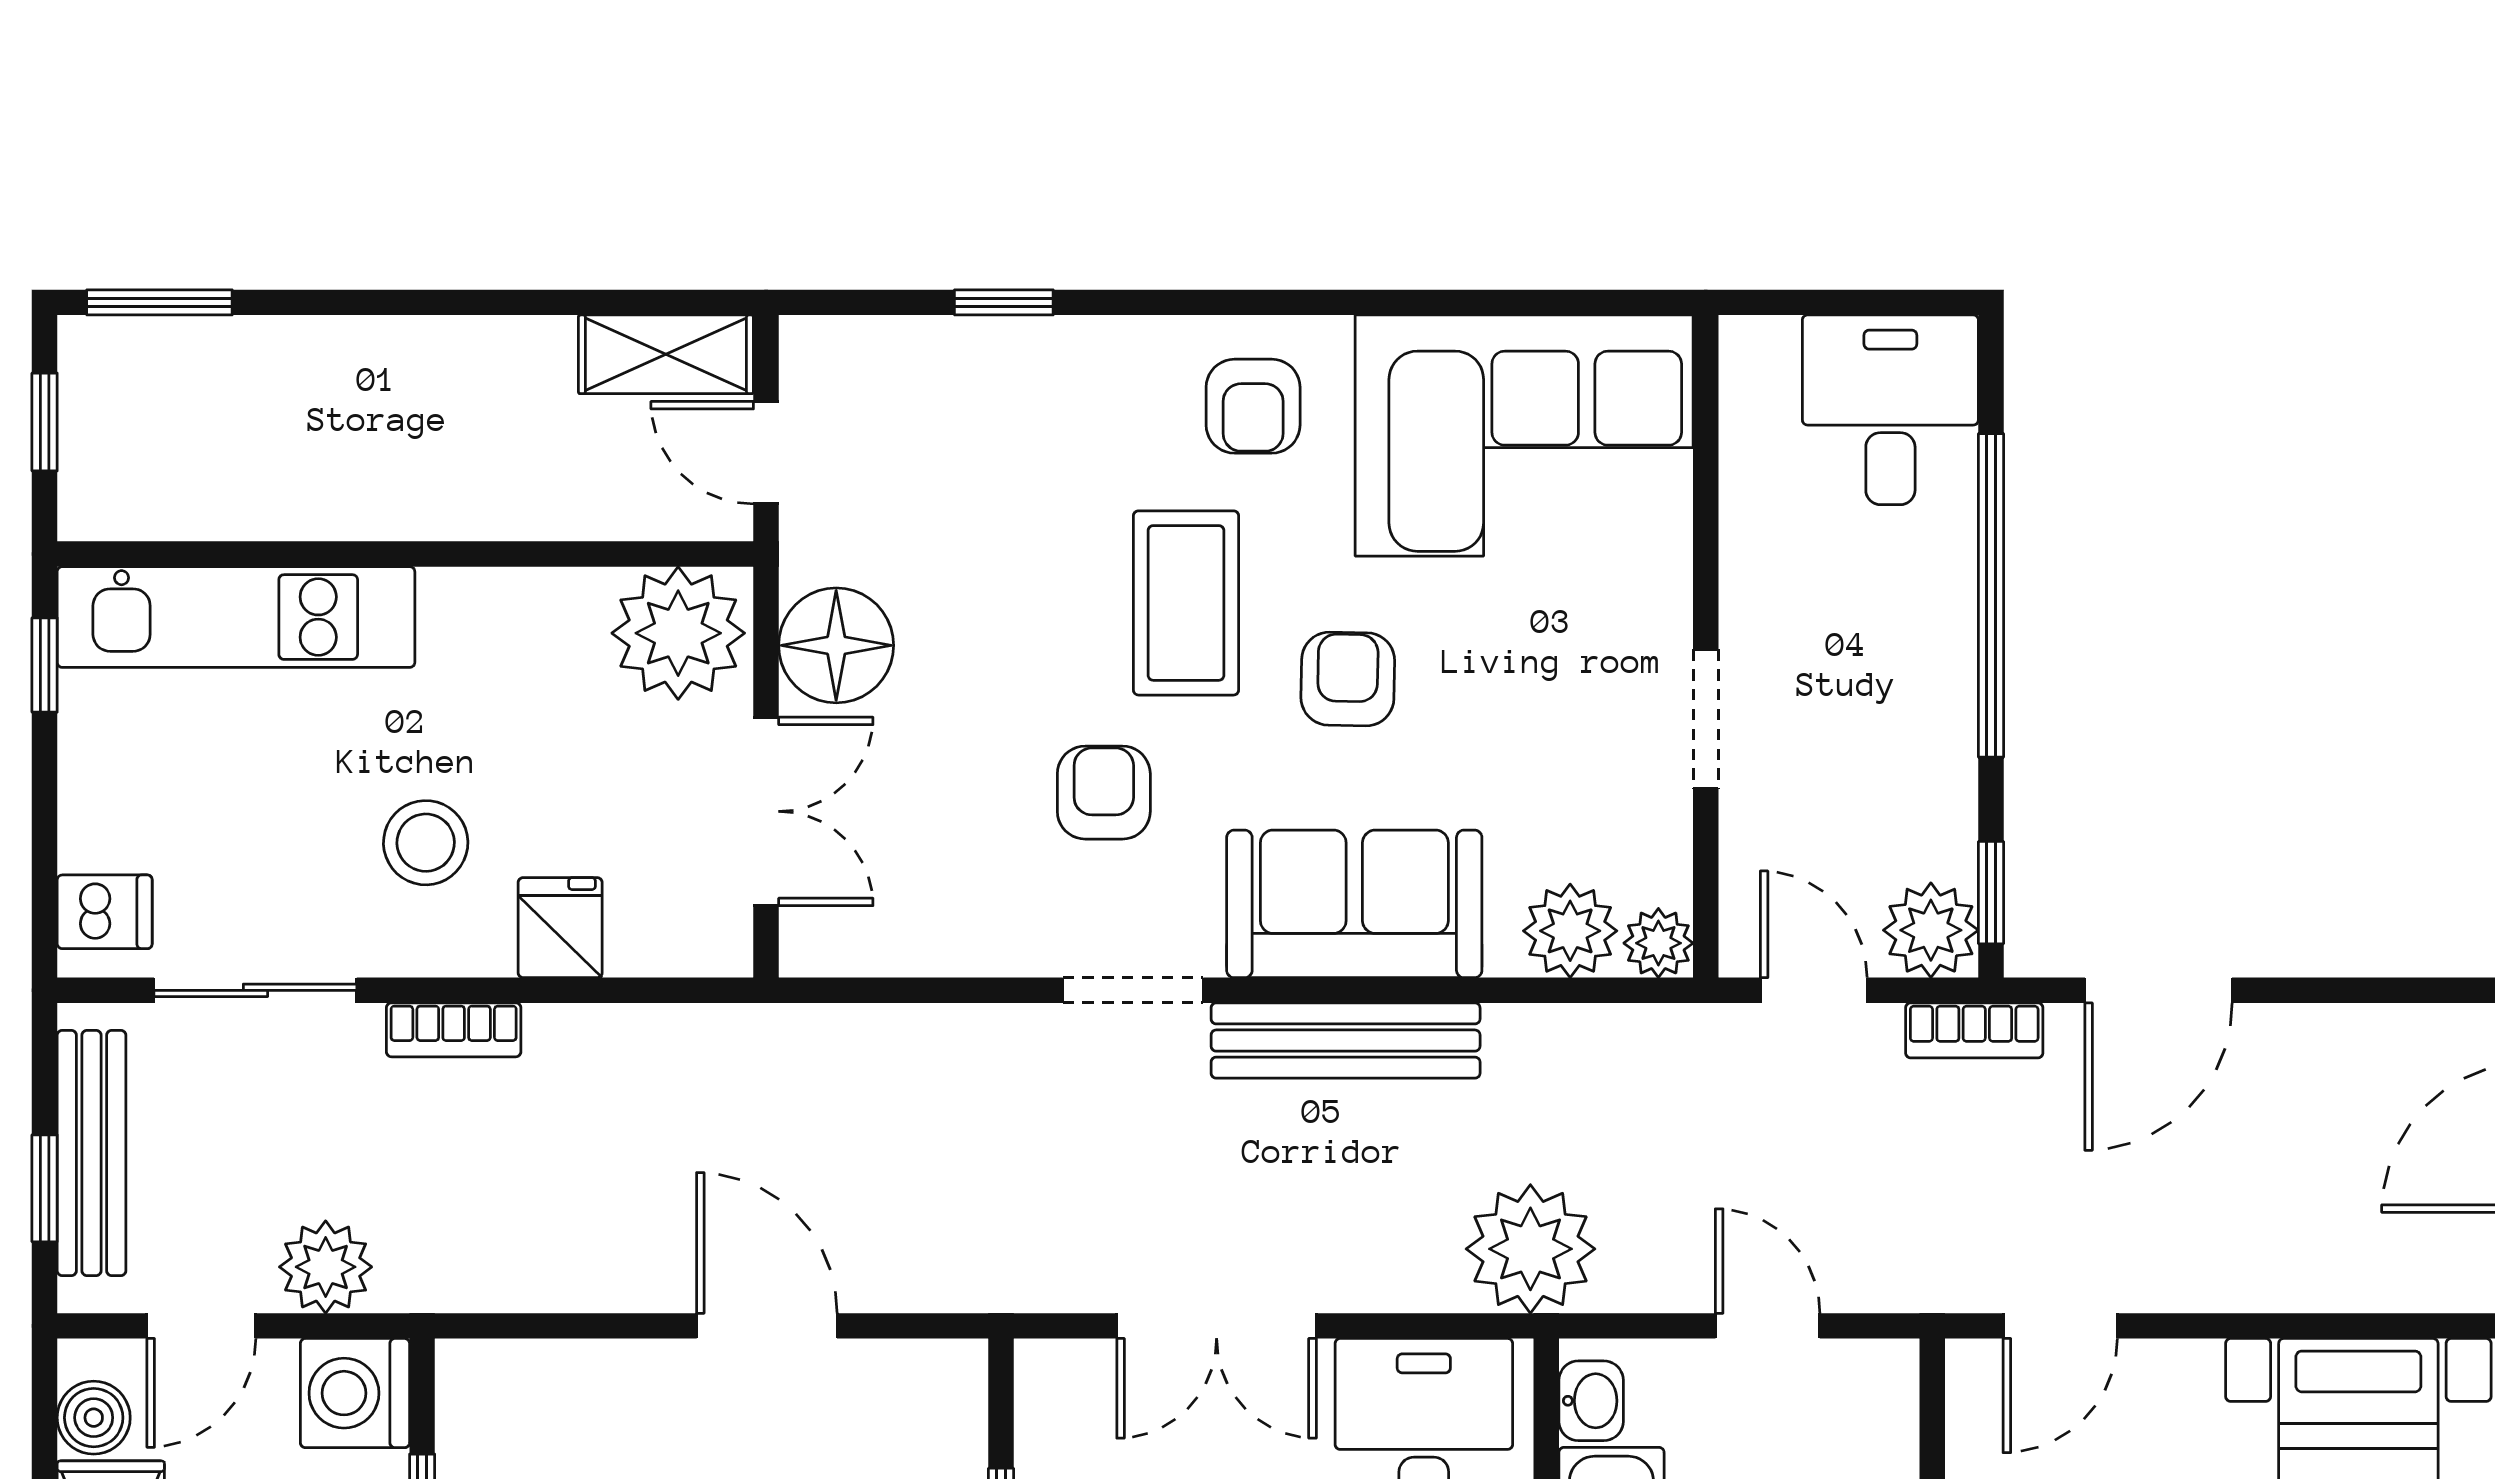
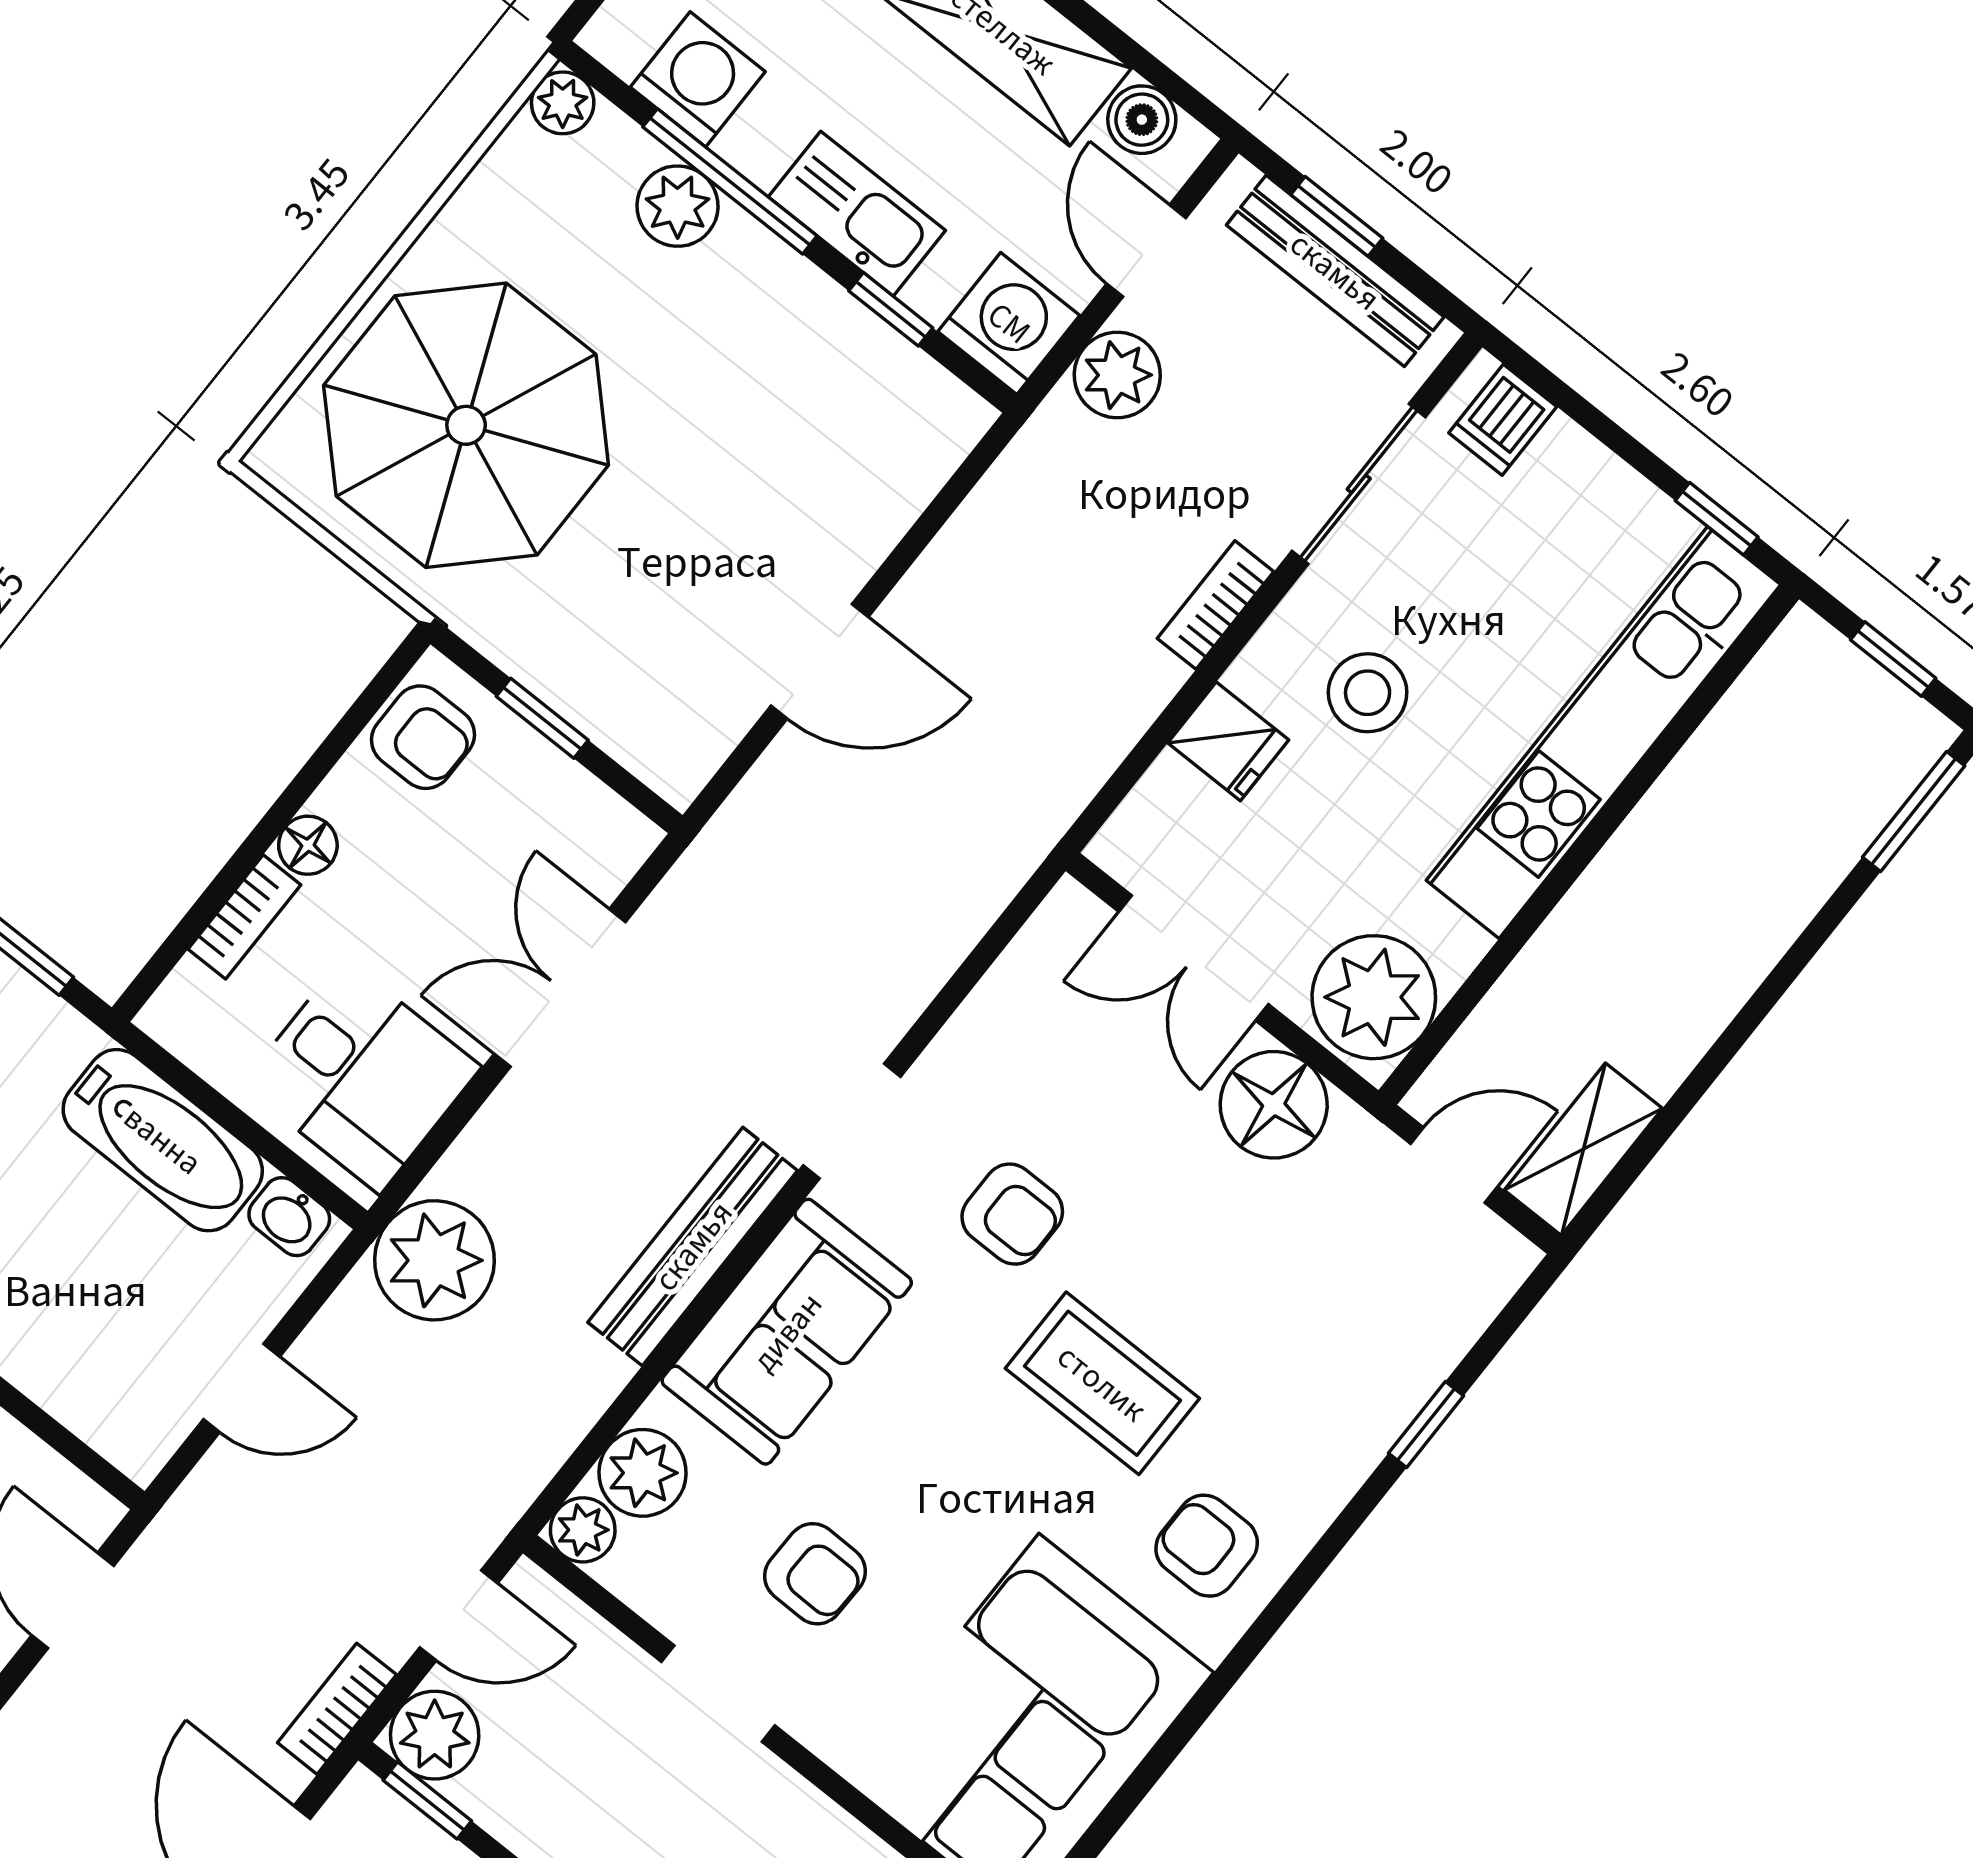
kitchen unit: (236, 617) -> (1603, 733), width x1.36
armchair: (1348, 679) -> (815, 1574), moved

